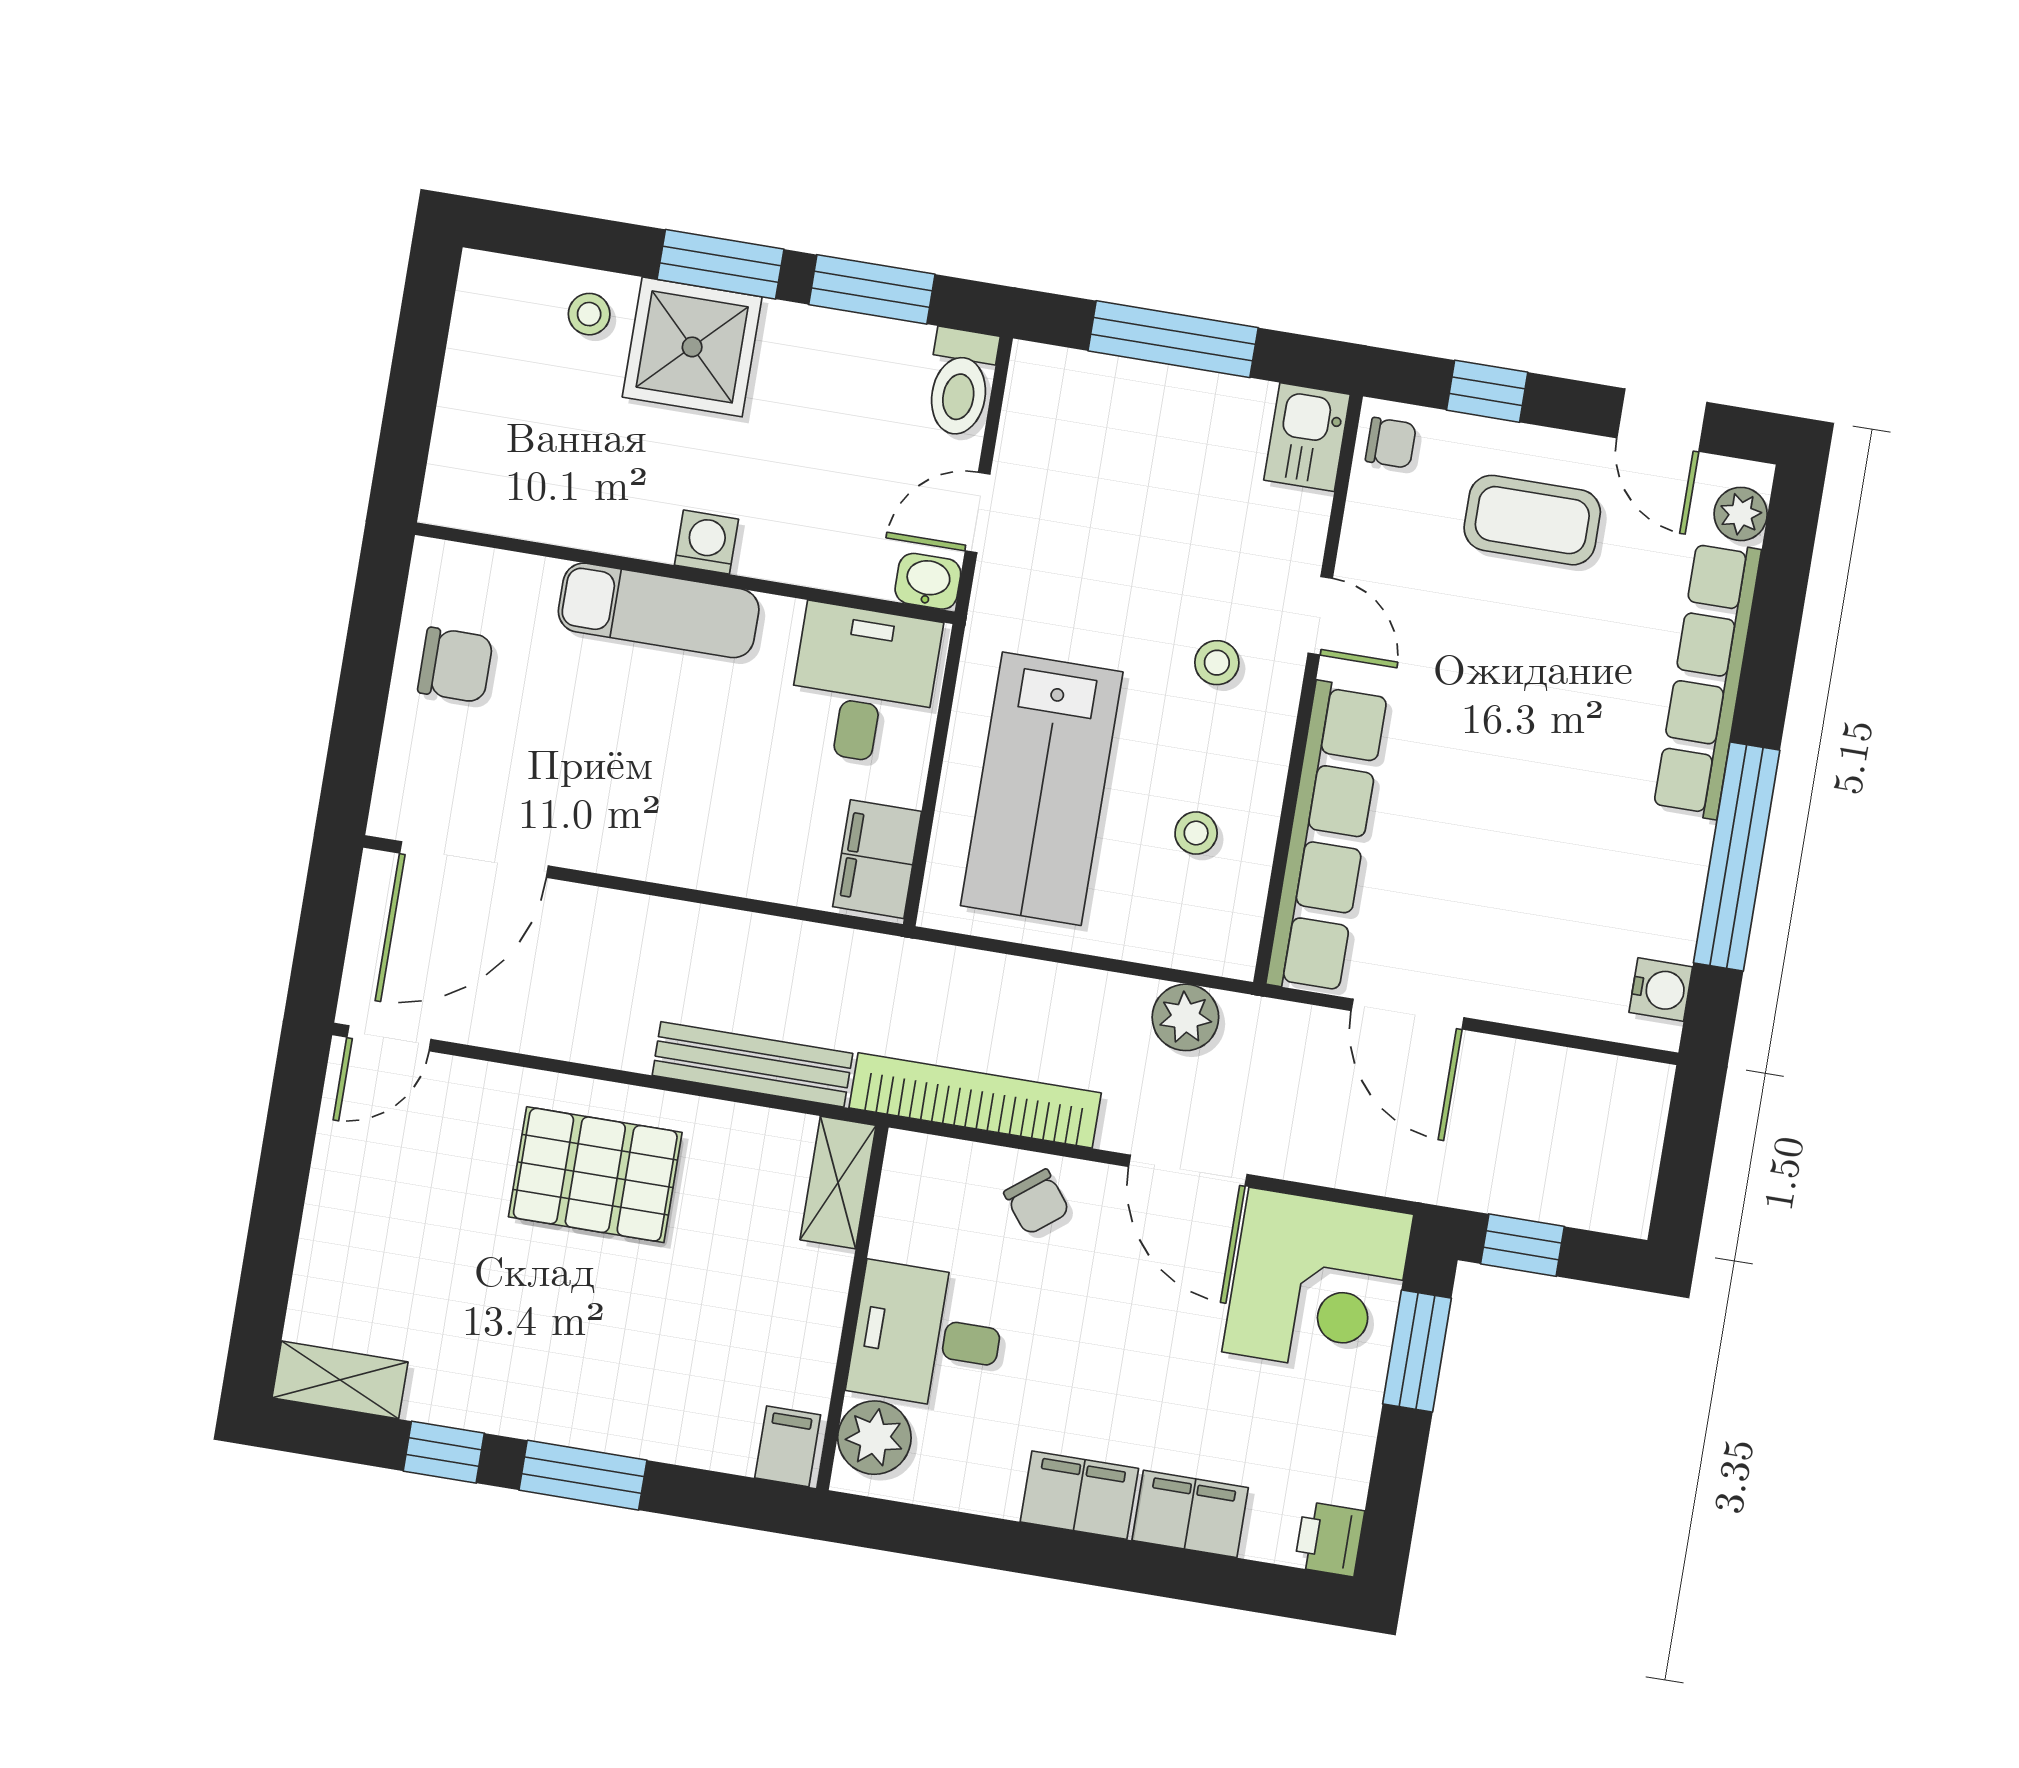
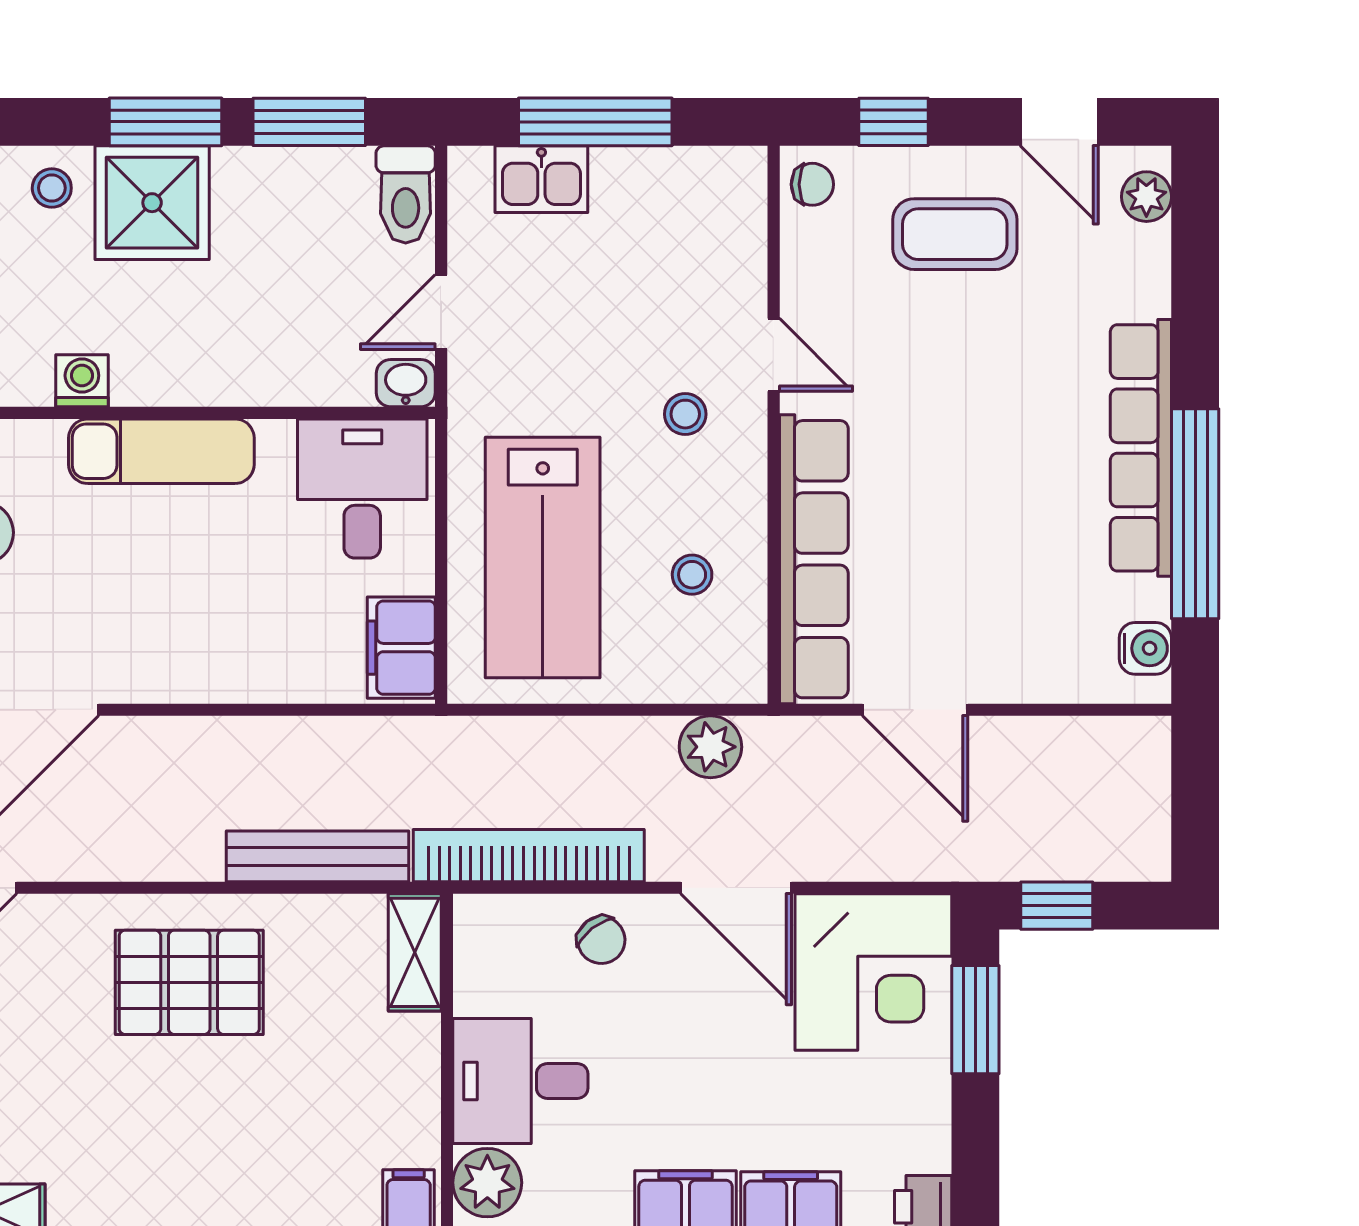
kitchen sink: (1307, 437) -> (541, 179), moved, turned -90
washing machine: (706, 542) -> (82, 381), moved
row of seats: (1707, 680) -> (1141, 448), moved

